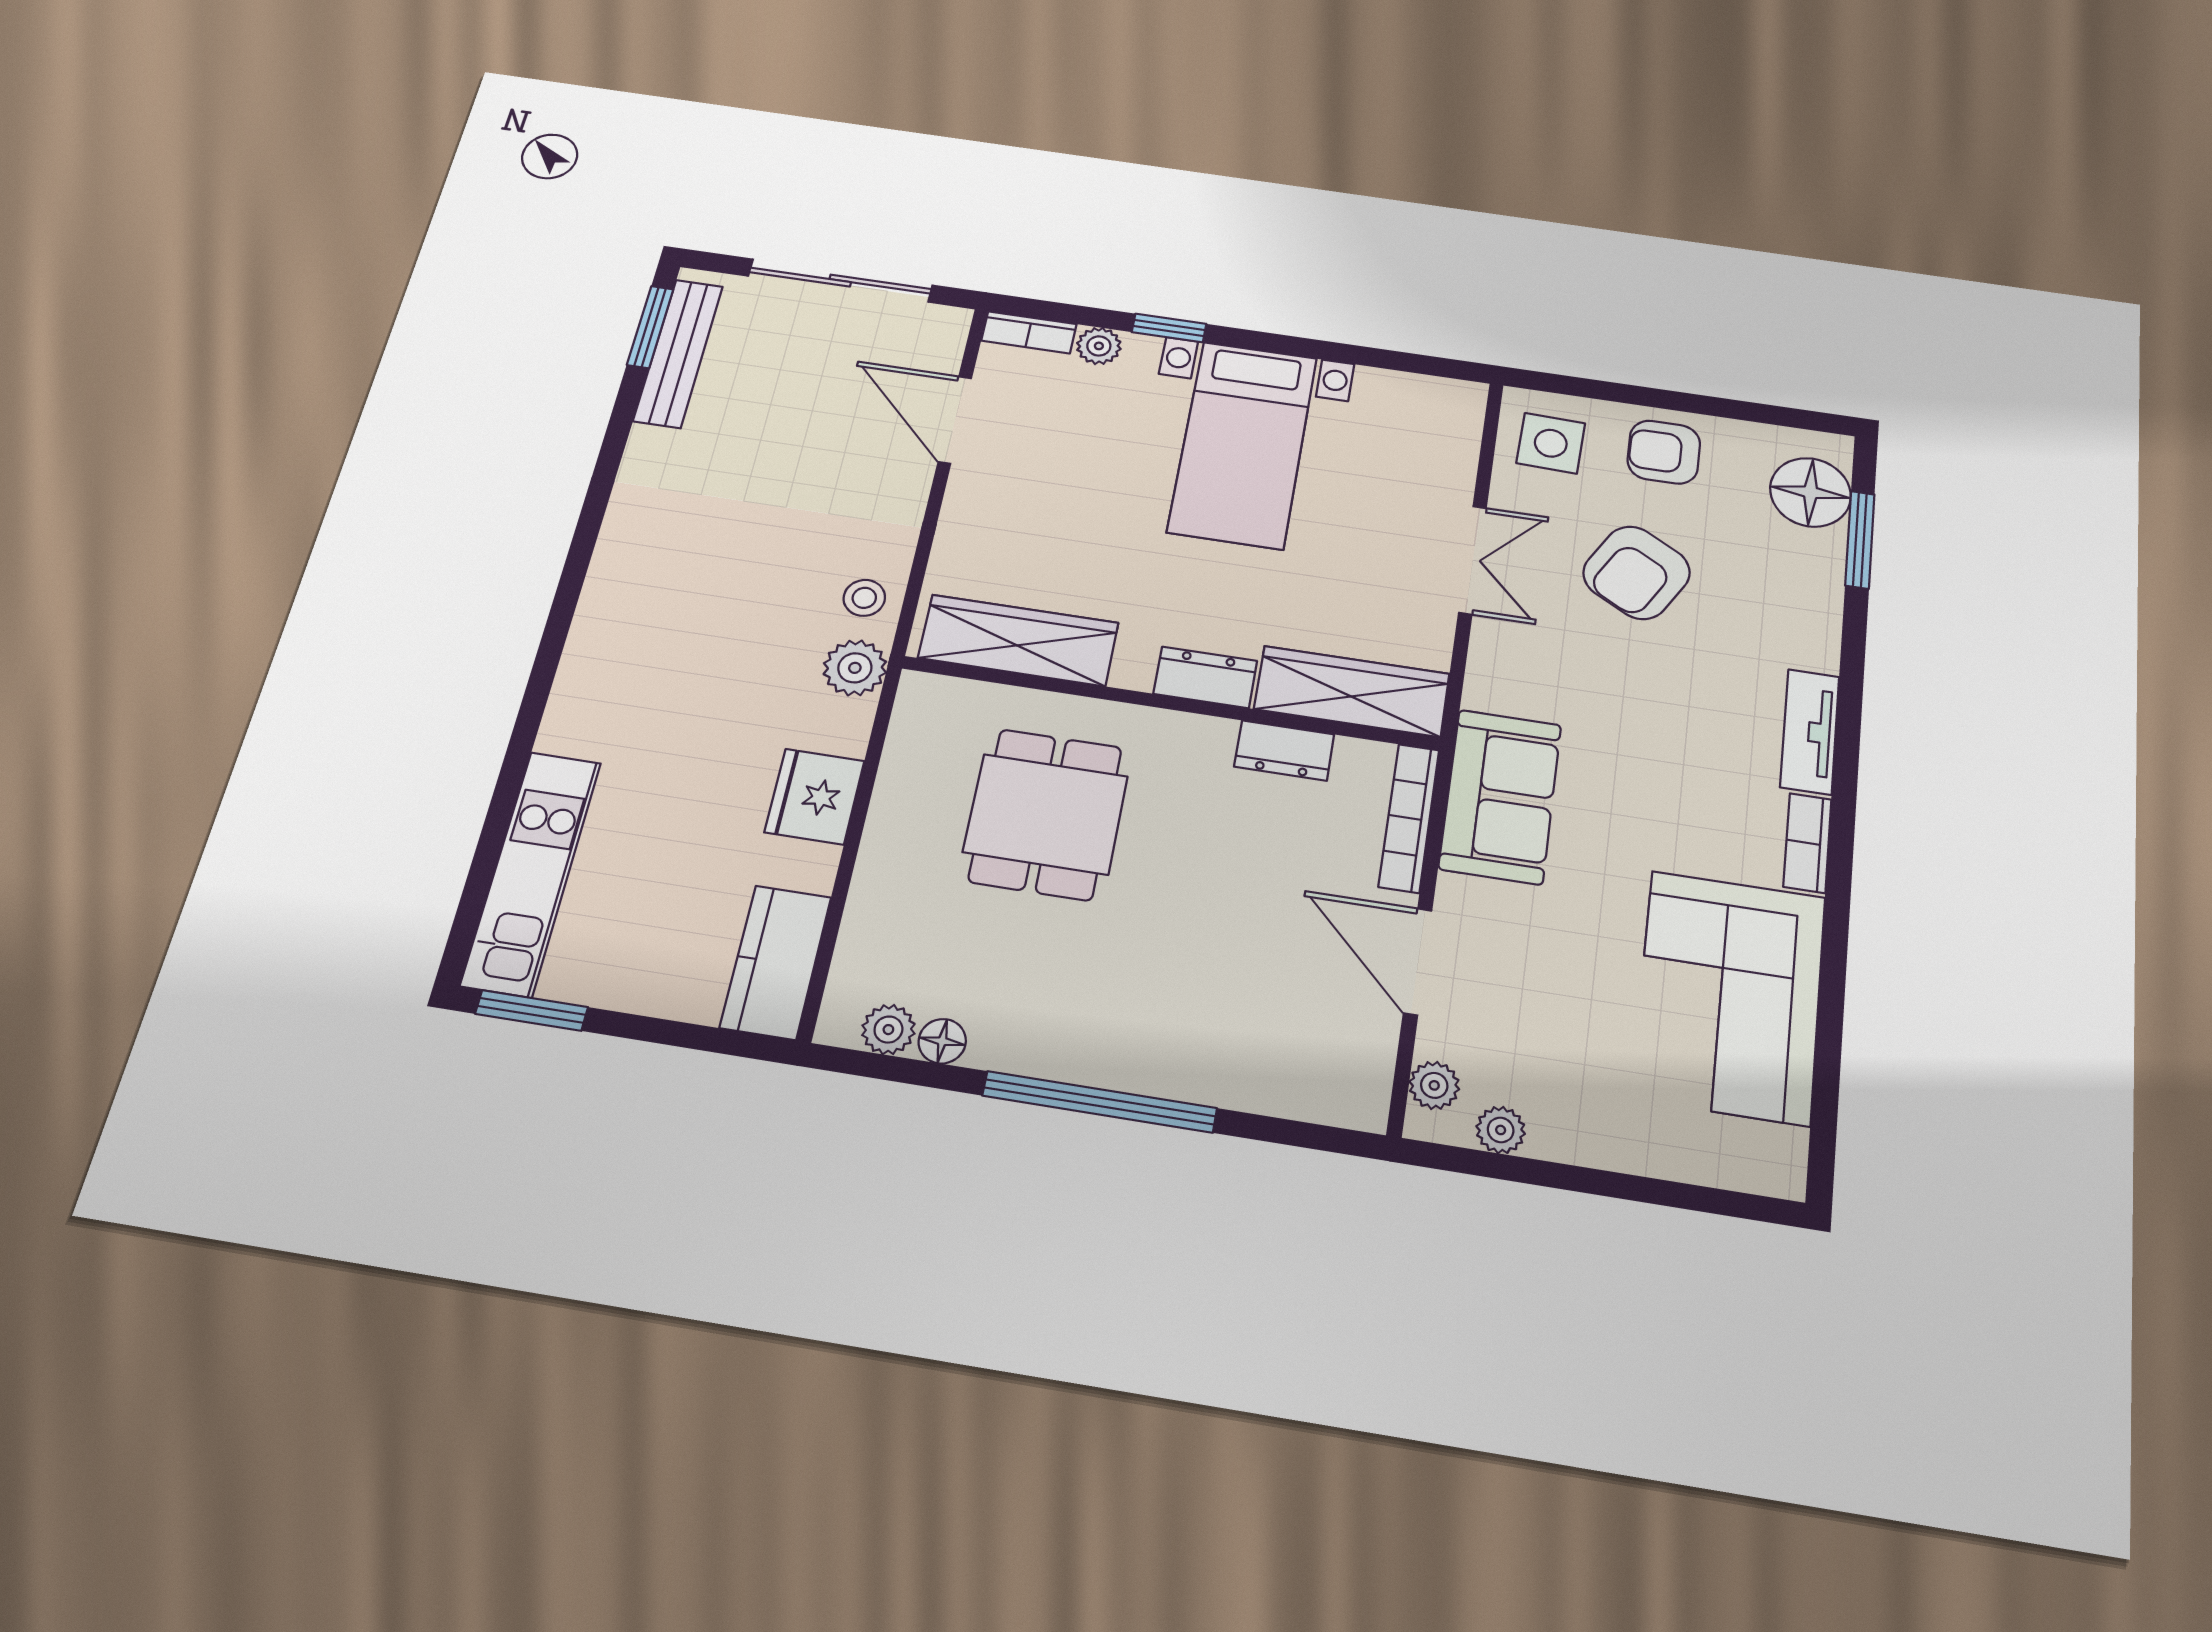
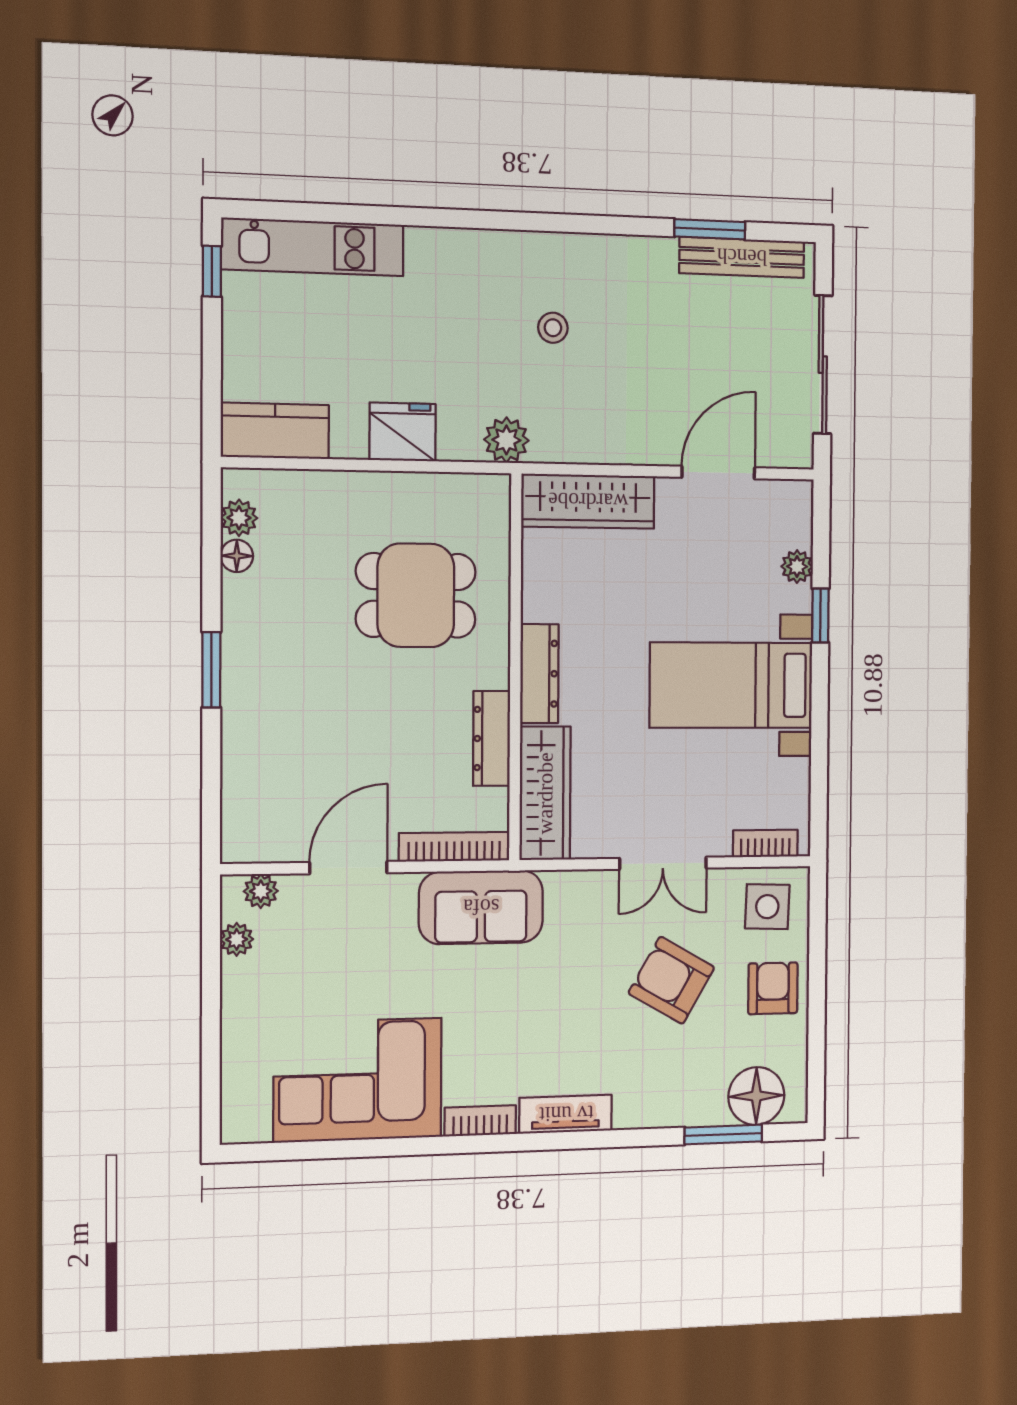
window: (650, 327) -> (710, 229), moved
bookcase: (1029, 332) -> (765, 843), moved, turned 90
stool: (864, 598) -> (553, 328), moved
wardrobe: (1018, 640) -> (588, 501), moved, turned 90
dresser: (1205, 677) -> (539, 674), width x1.44
dresser: (1284, 751) -> (492, 738), width x1.44
window: (532, 1010) -> (212, 271), width x0.67
window: (1100, 1102) -> (211, 670), width x0.47

